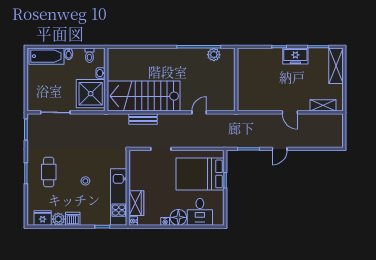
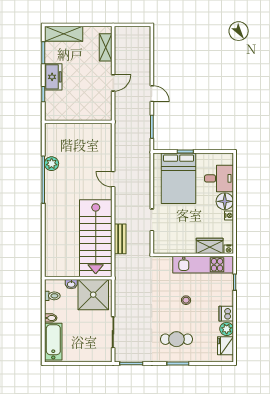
wall: (236, 80) -> (78, 122), moved

